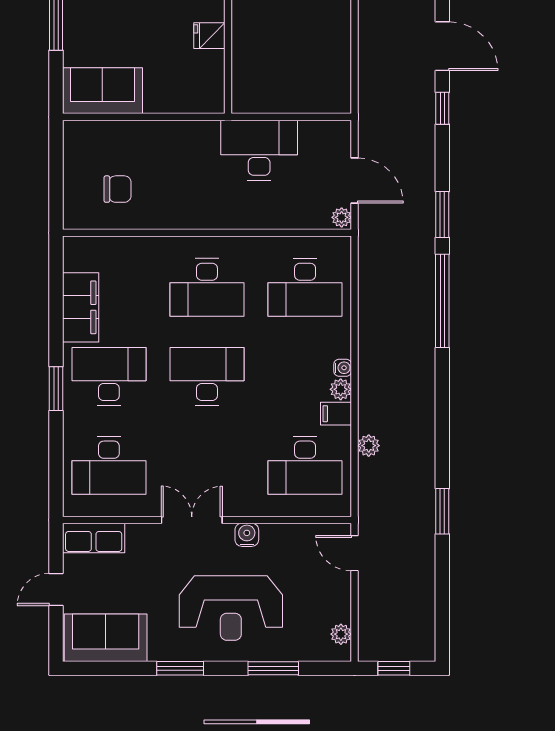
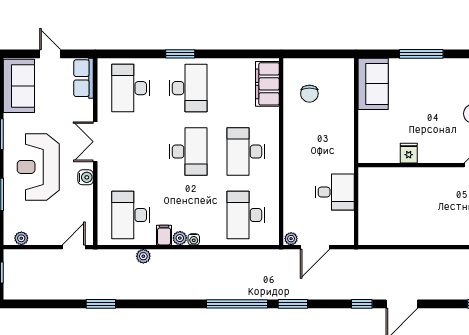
desk: (259, 150) -> (335, 192), width x0.73
filing cabinet: (81, 307) -> (267, 84), moved, turned 90
double door: (192, 520) -> (95, 142), swing flipped

